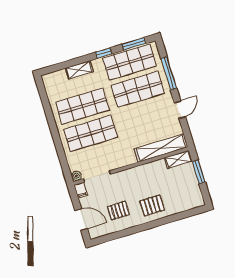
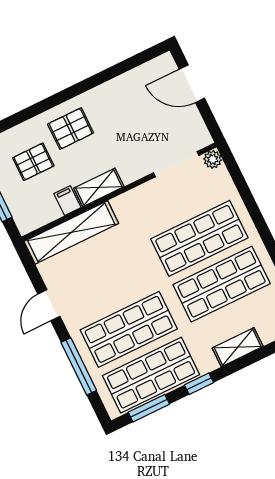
shelving: (178, 159) -> (99, 187), moved
filing cabinet: (81, 190) -> (67, 201), moved
pallet: (118, 211) -> (33, 162), moved

